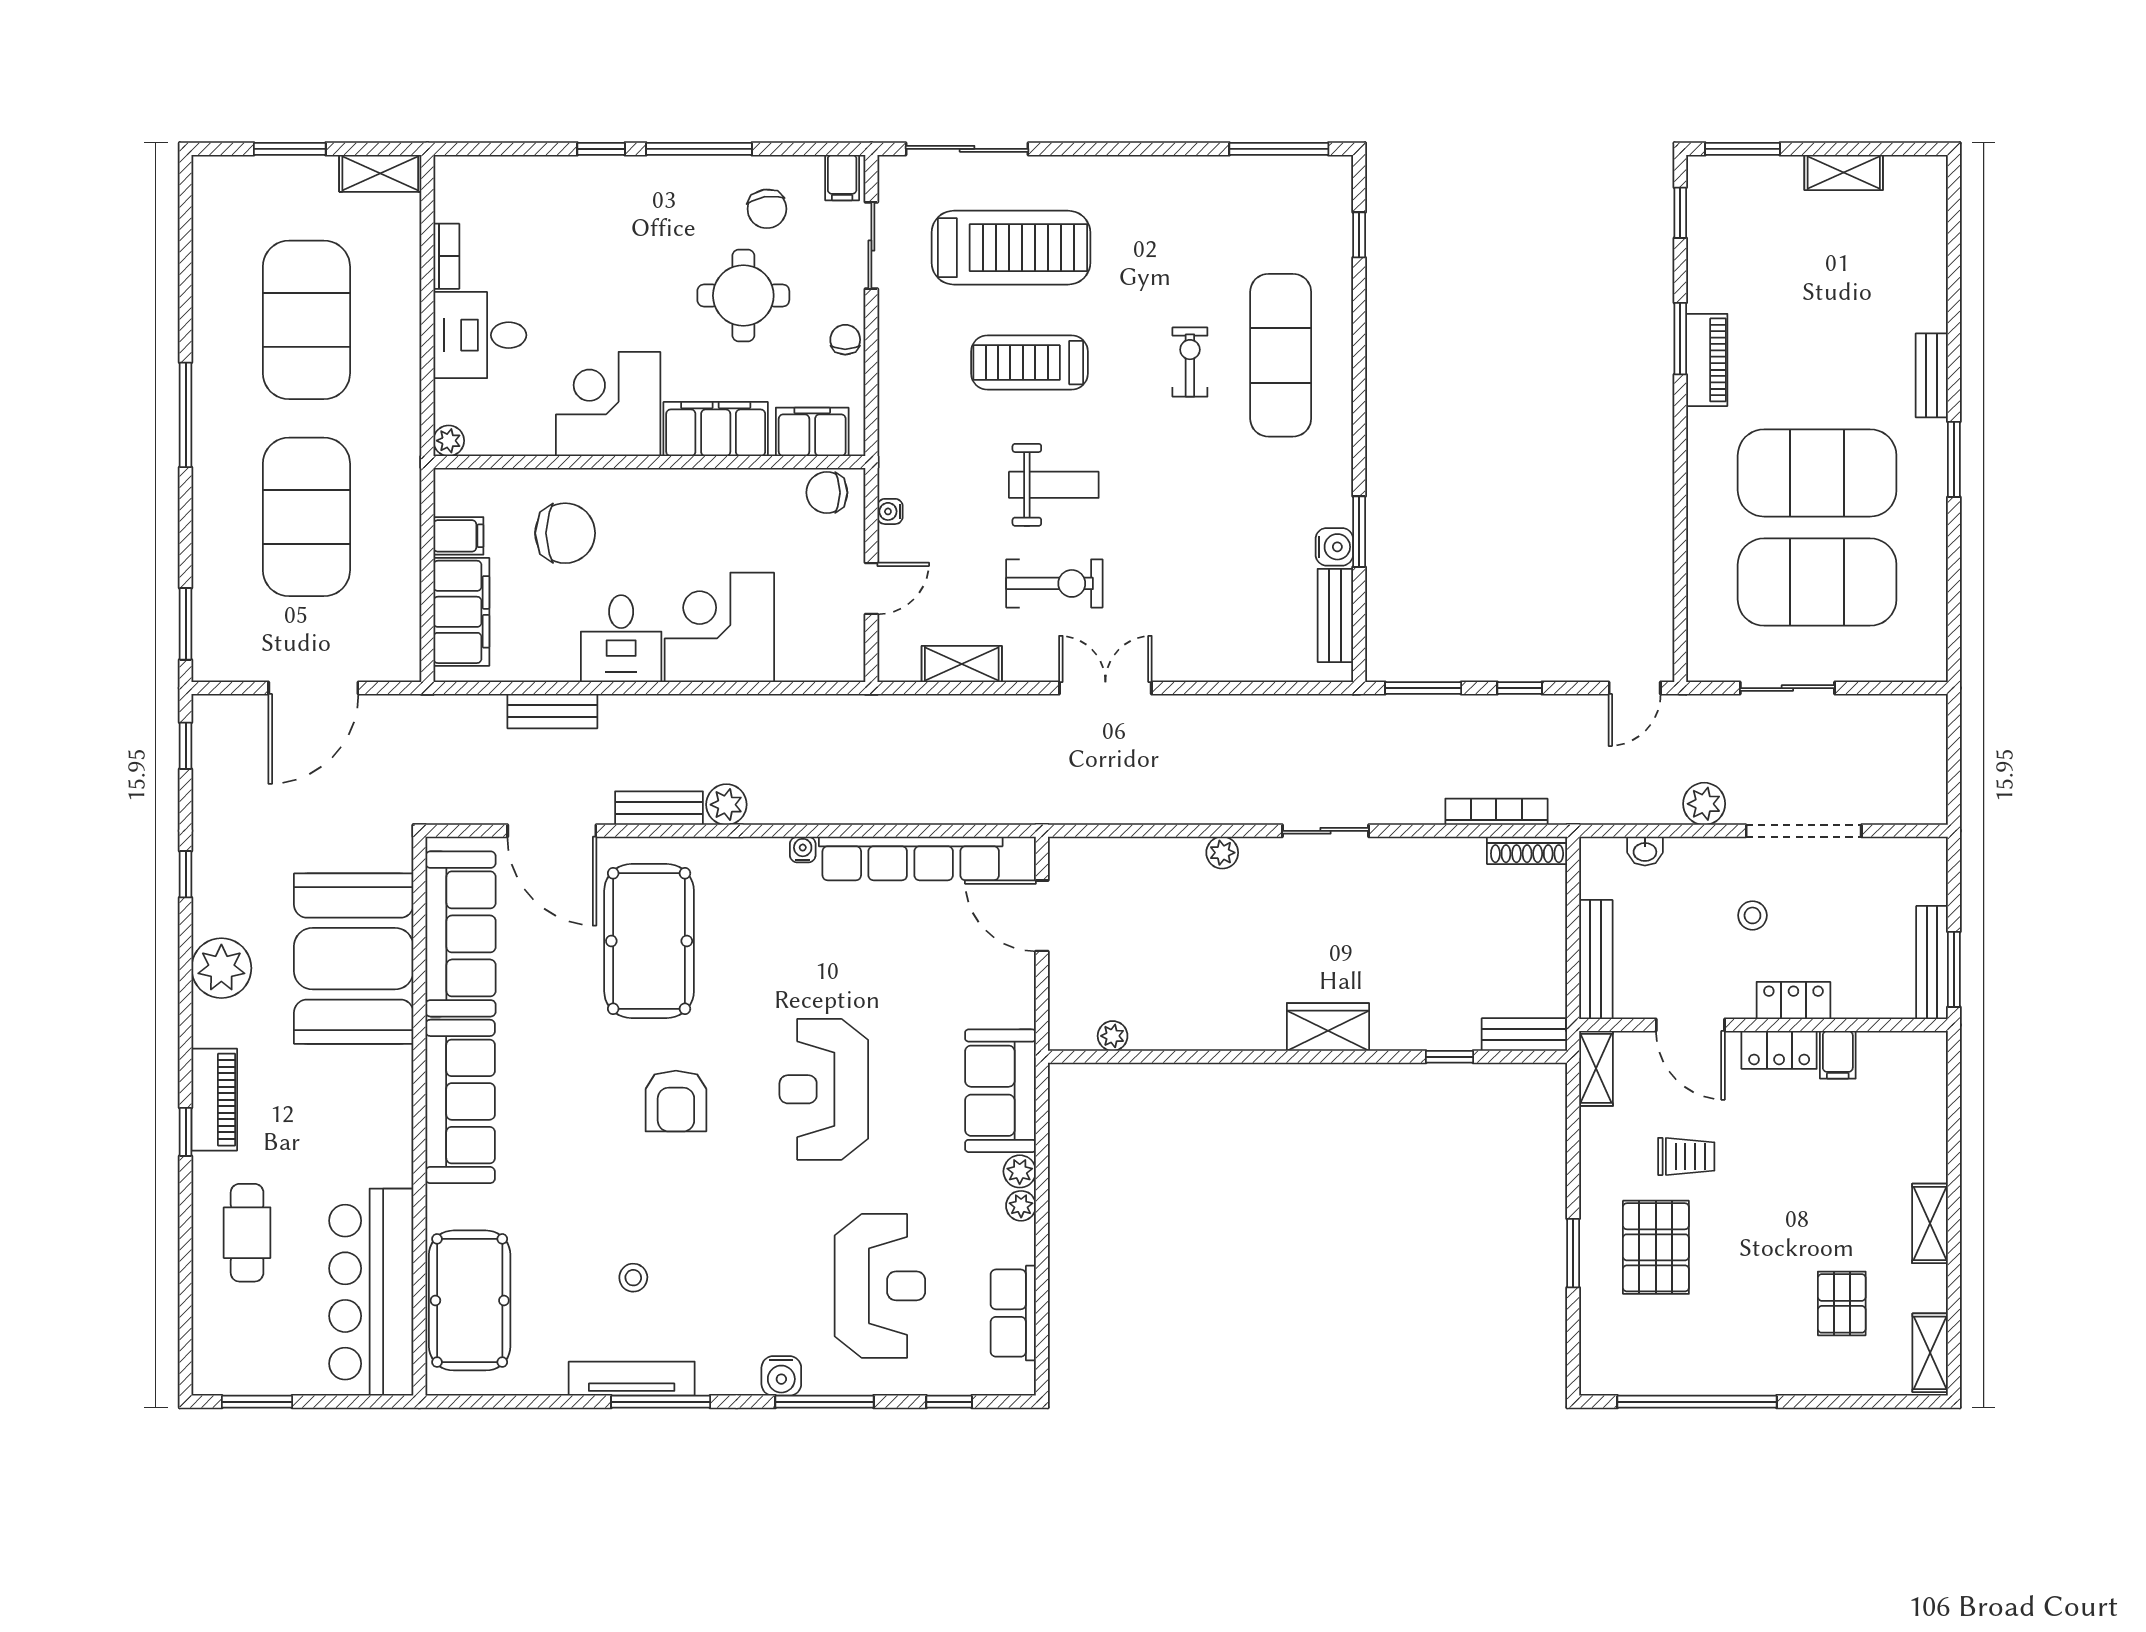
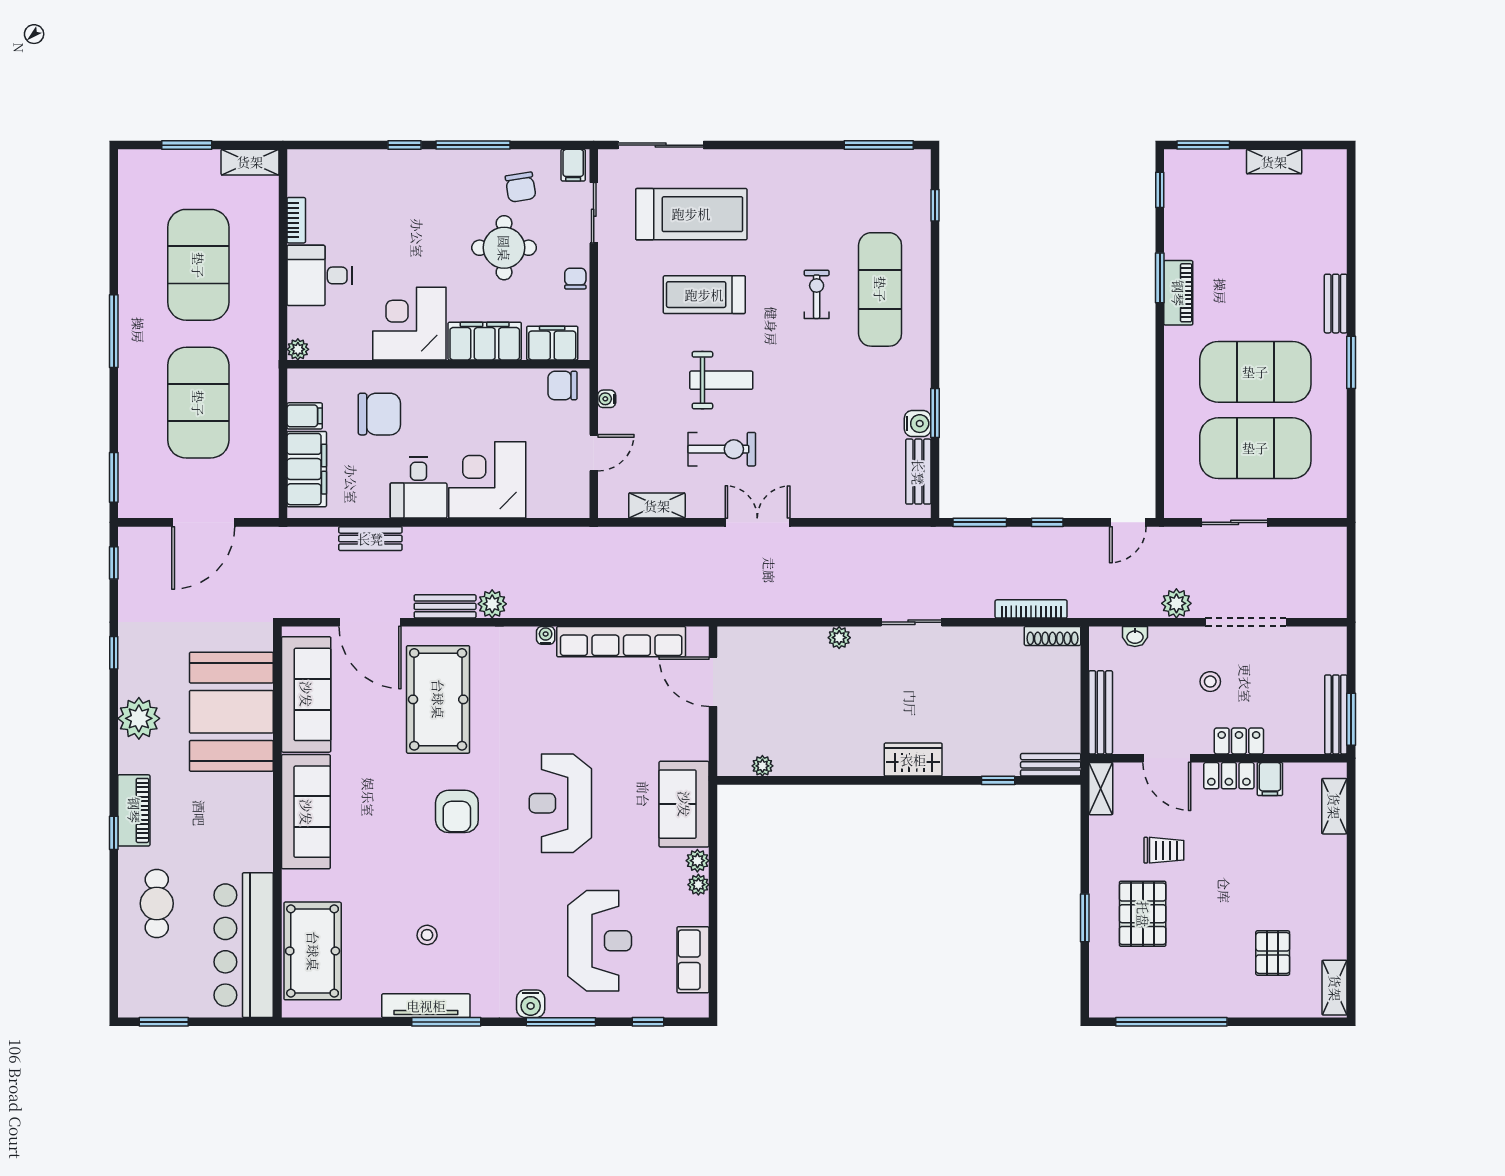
shelving: (1930, 1223) -> (1334, 806), moved

